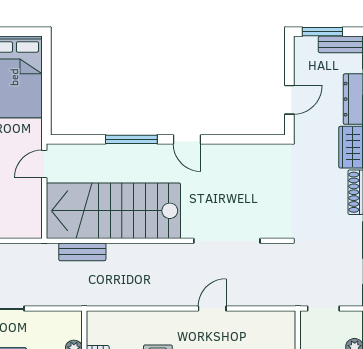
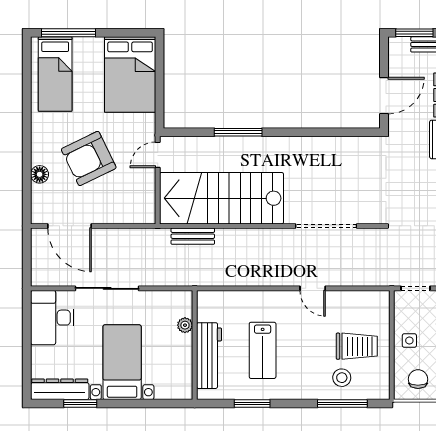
door: (289, 100) -> (384, 96), width x1.38
door: (187, 139) -> (289, 132), removed
door: (212, 308) -> (313, 288), swing flipped

